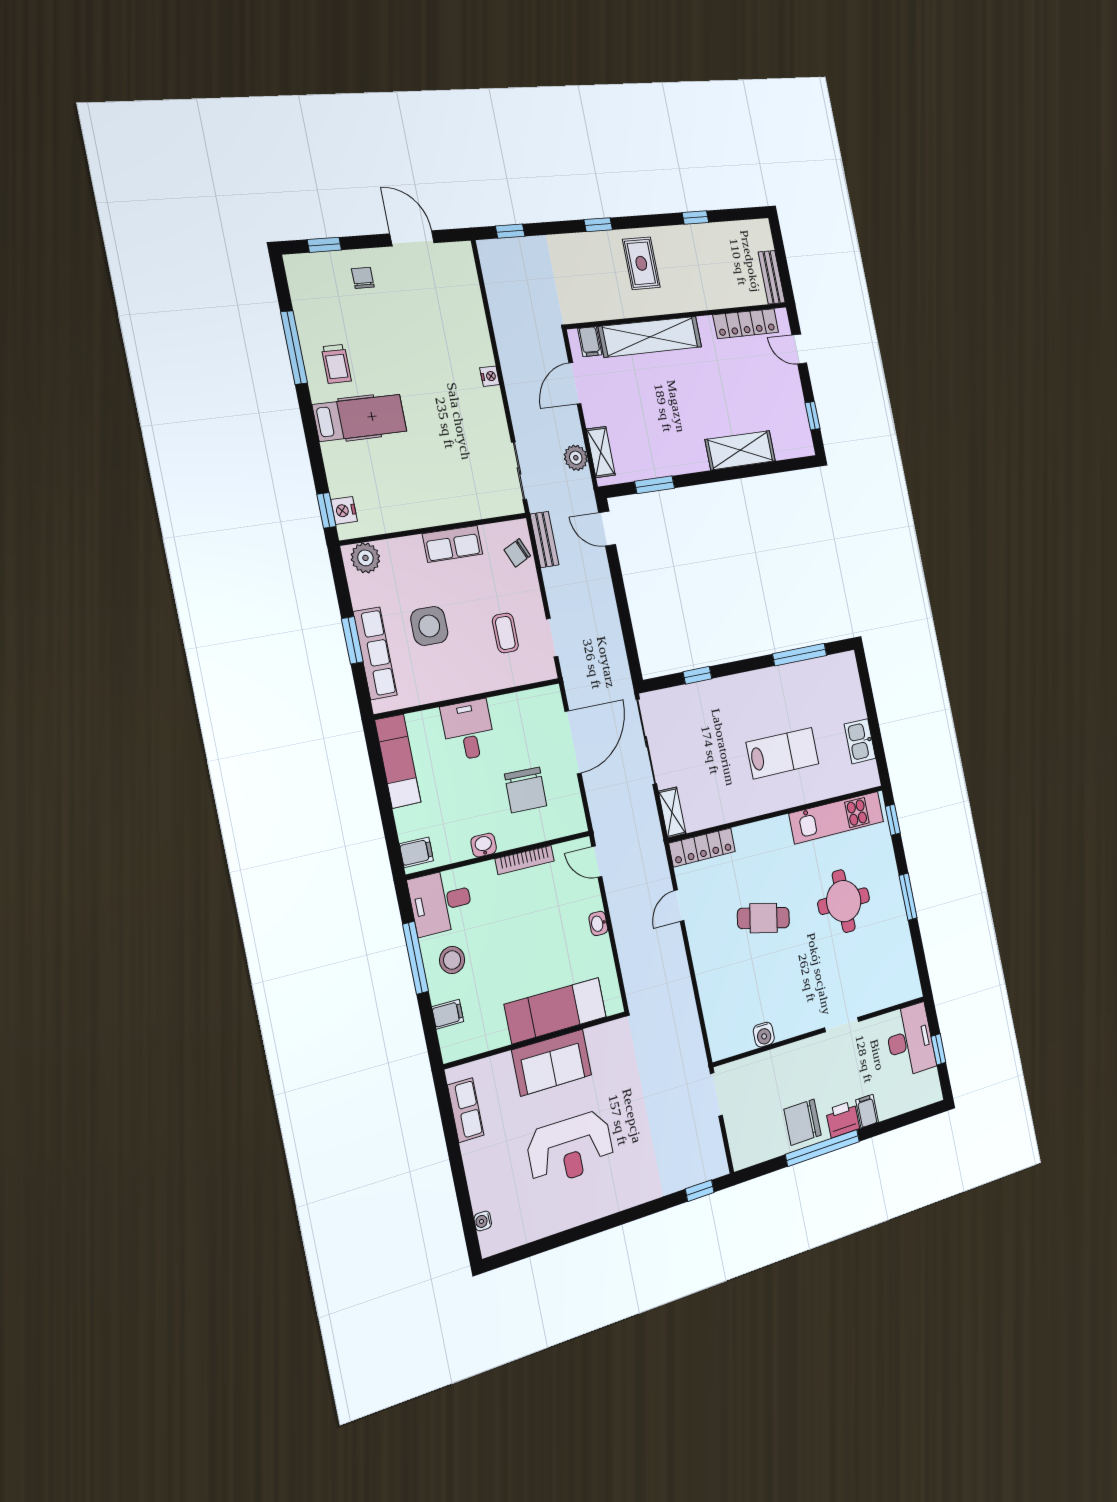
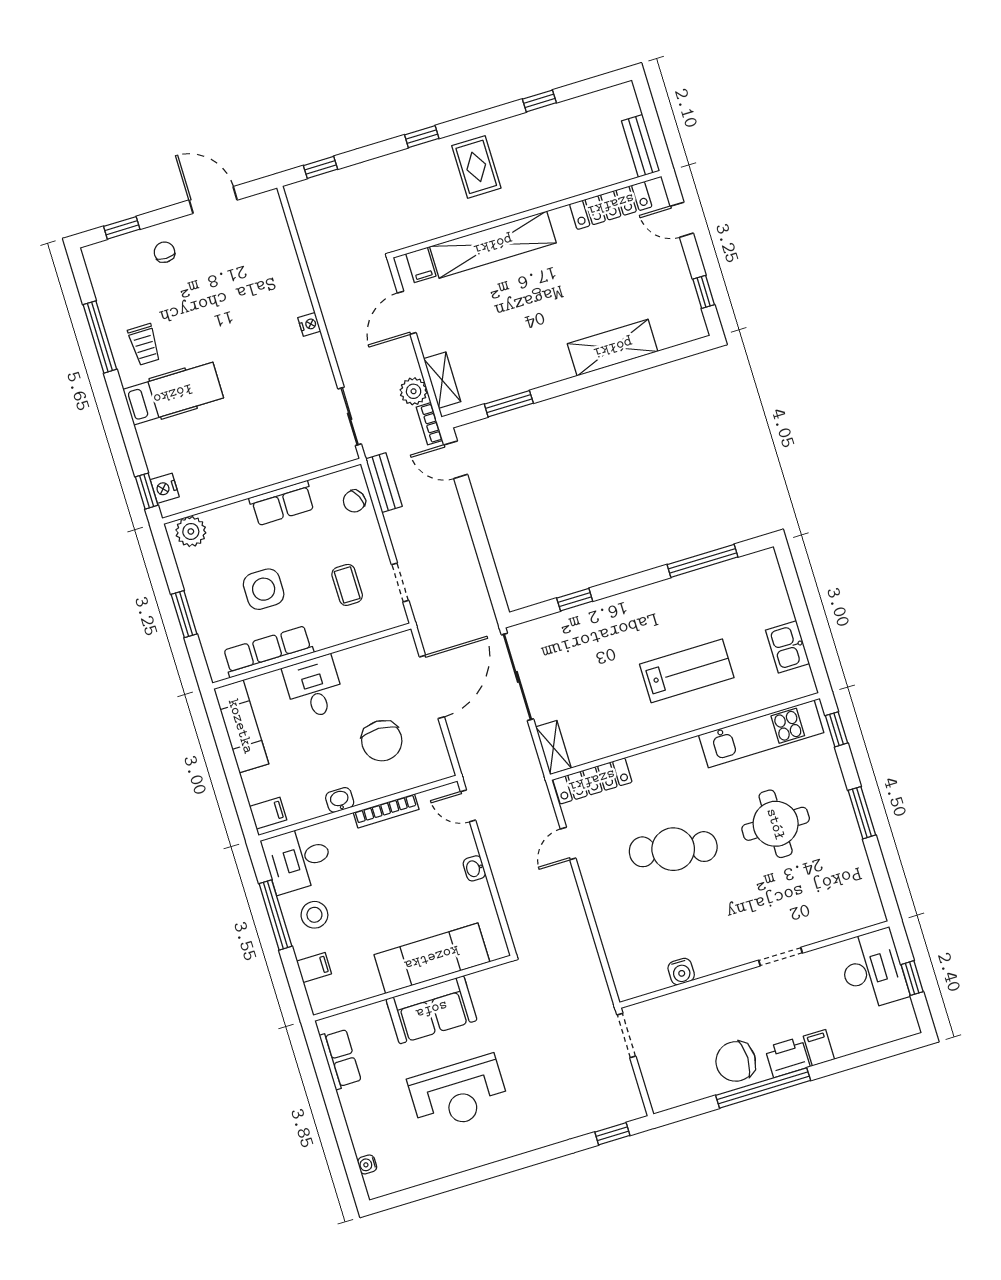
bookcase: (587, 491) -> (429, 424), added
row of seats: (375, 653) -> (268, 652), moved, turned -90
cafe table: (763, 918) -> (673, 849), width x1.37, depth x1.35

